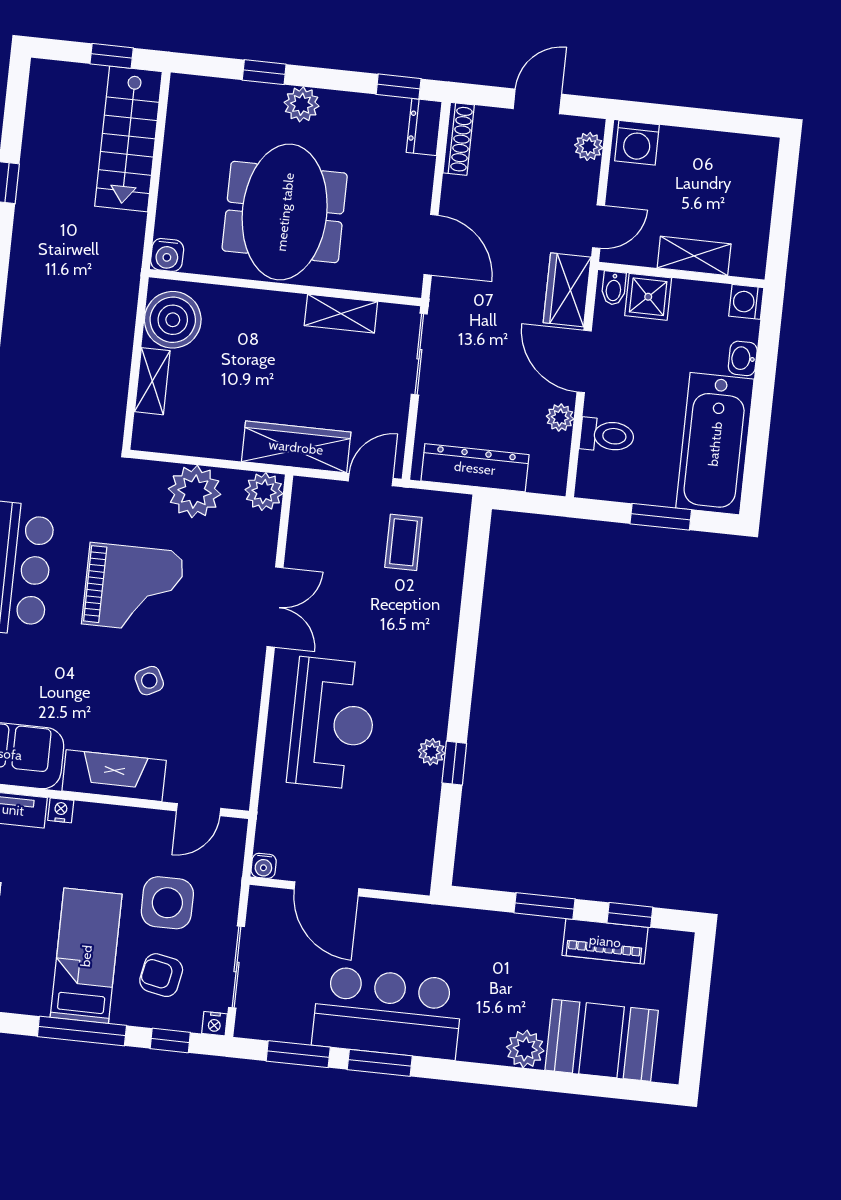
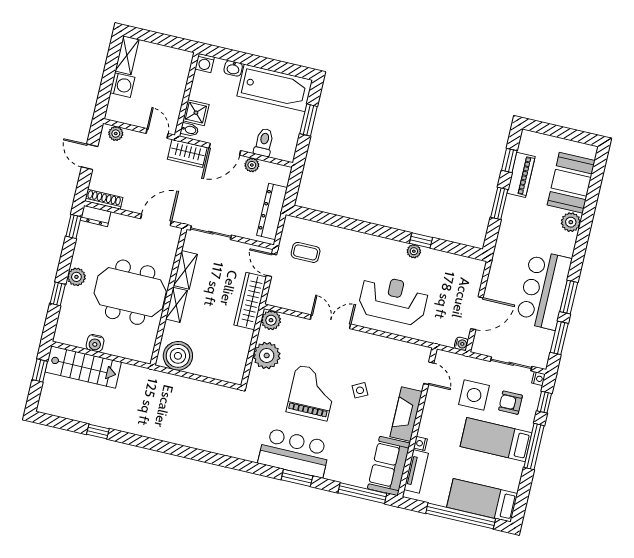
washing machine: (637, 143) -> (122, 85), moved
water cooler: (167, 255) -> (95, 343), moved, turned 90
shelving: (694, 256) -> (127, 55), moved
shelving: (152, 381) -> (176, 305), moved, turned 90
armchair: (161, 975) -> (510, 403), turned 79

